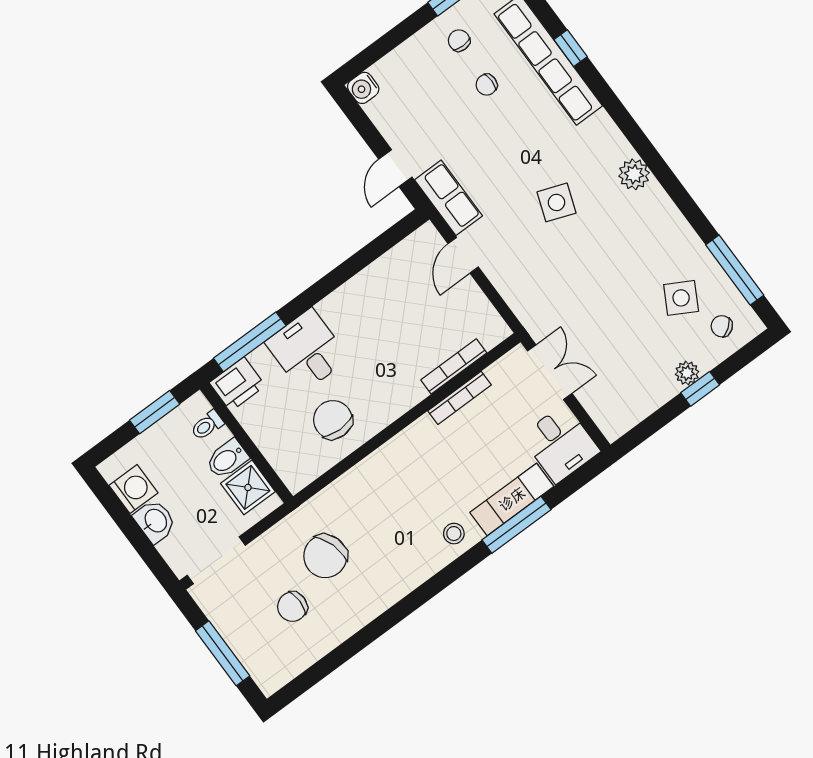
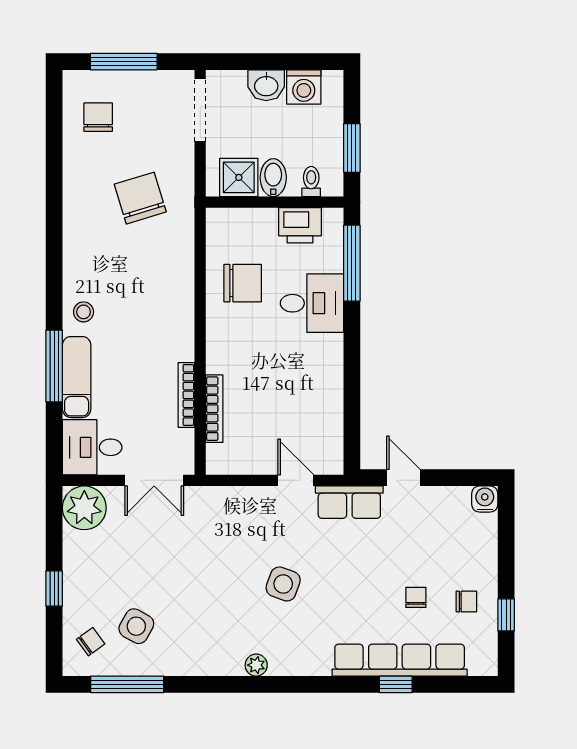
plant: (634, 174) -> (256, 665), width x0.73, depth x0.73
plant: (687, 373) -> (84, 508), moved, width x1.88, depth x1.88
printer: (237, 384) -> (300, 225), moved, turned -90
chair: (292, 607) -> (98, 117), moved

